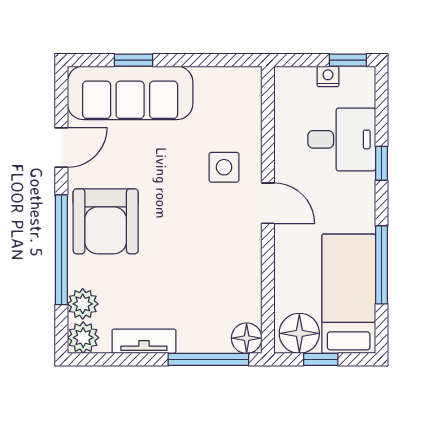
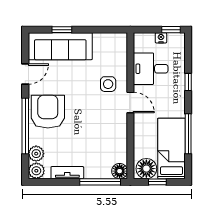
desk: (342, 139) -> (151, 69), moved, turned 180
armchair: (106, 221) -> (48, 112), turned 180

